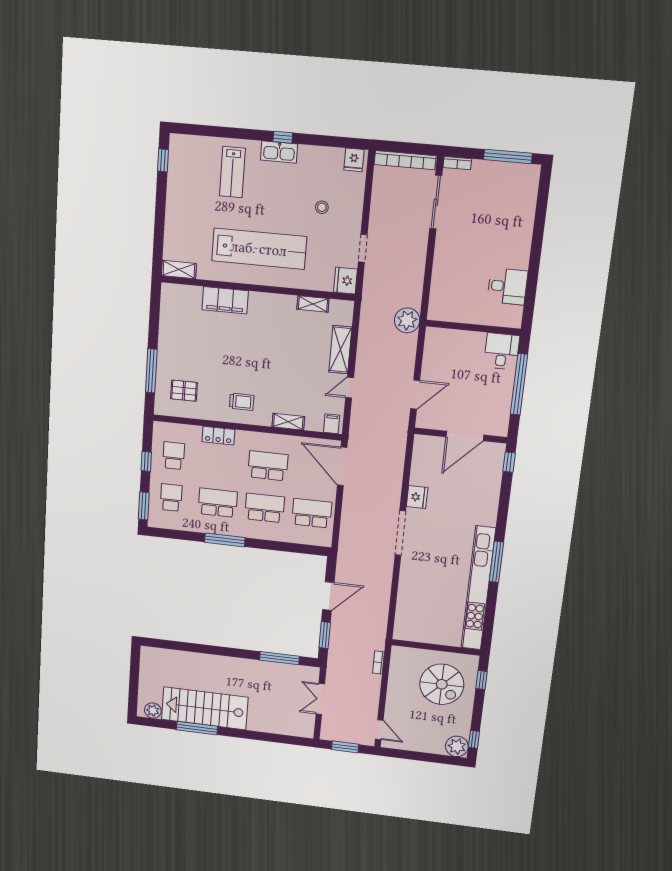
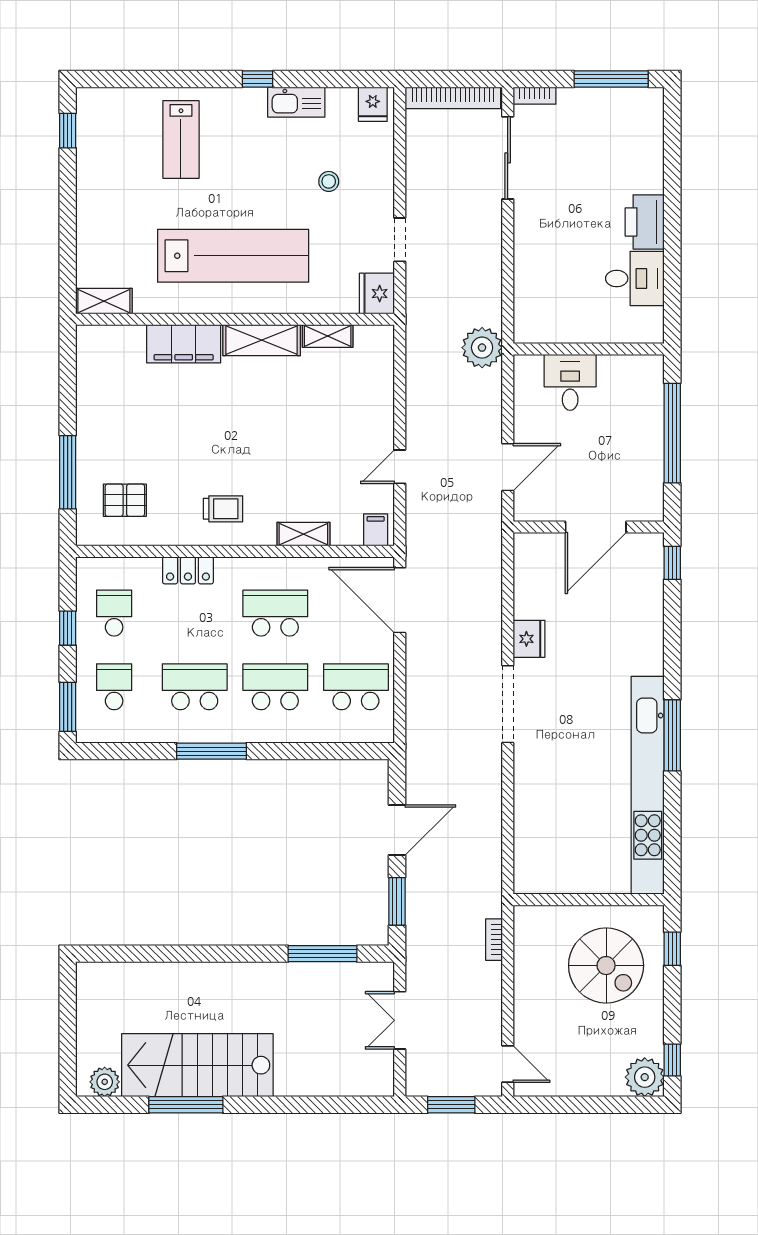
kitchen sink: (279, 152) -> (296, 102), moved
printer: (518, 251) -> (645, 222), added
shelving: (340, 350) -> (262, 340), moved, turned 90
desk: (502, 351) -> (570, 382), moved

